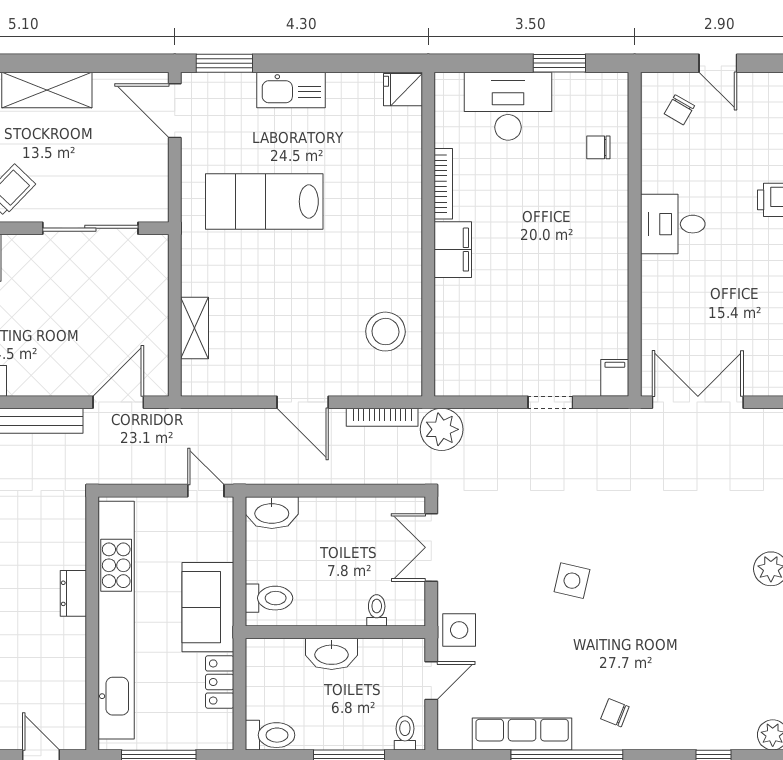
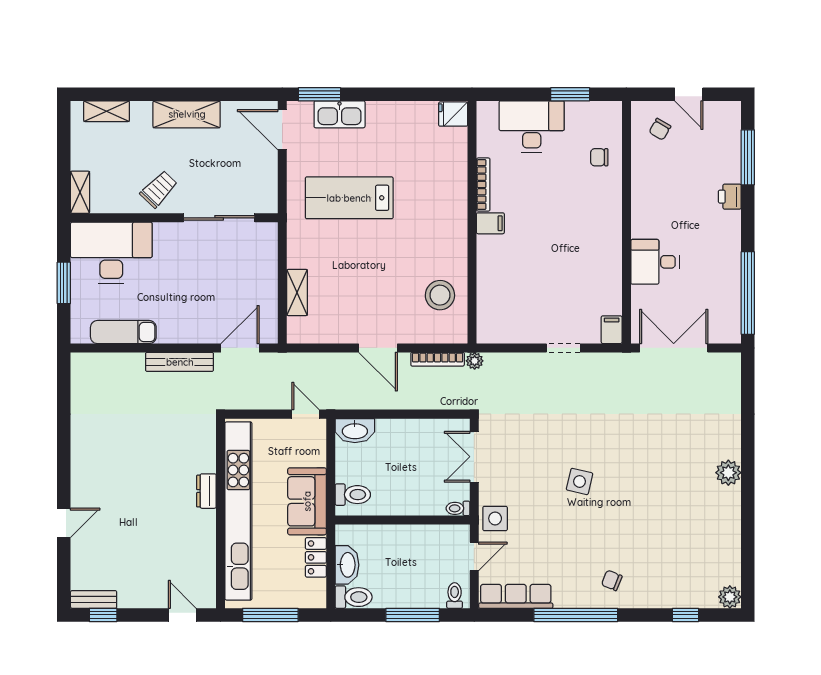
kitchen sink: (291, 90) -> (340, 114), moved
desk: (673, 224) -> (655, 262), moved
filing cabinet: (453, 250) -> (490, 223), width x0.50
plant: (442, 429) -> (475, 361), width x0.53, depth x0.53
toilet: (377, 610) -> (458, 508), moved, turned -90
washbasin: (332, 654) -> (347, 565), moved, turned -90
row of seats: (522, 734) -> (516, 596), moved

